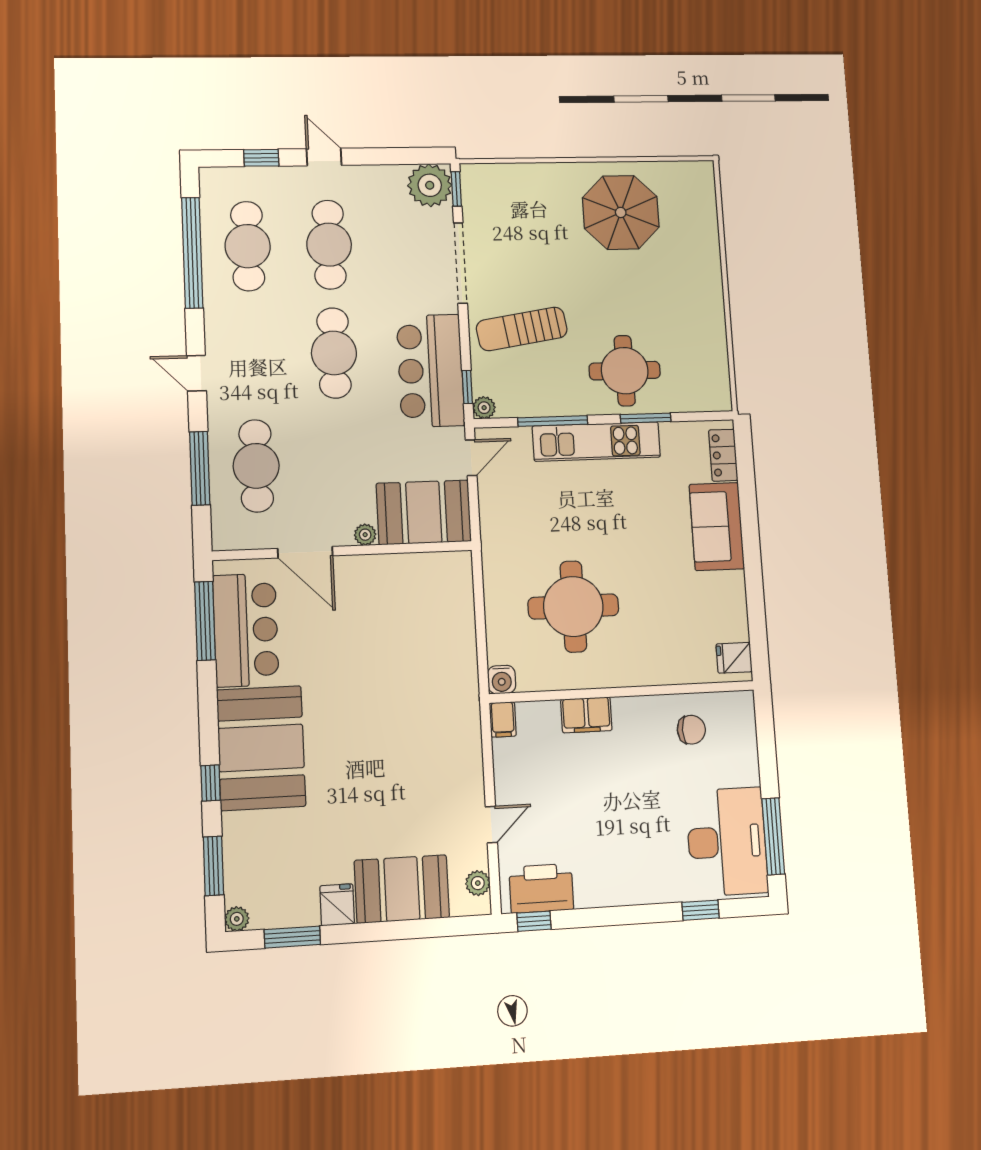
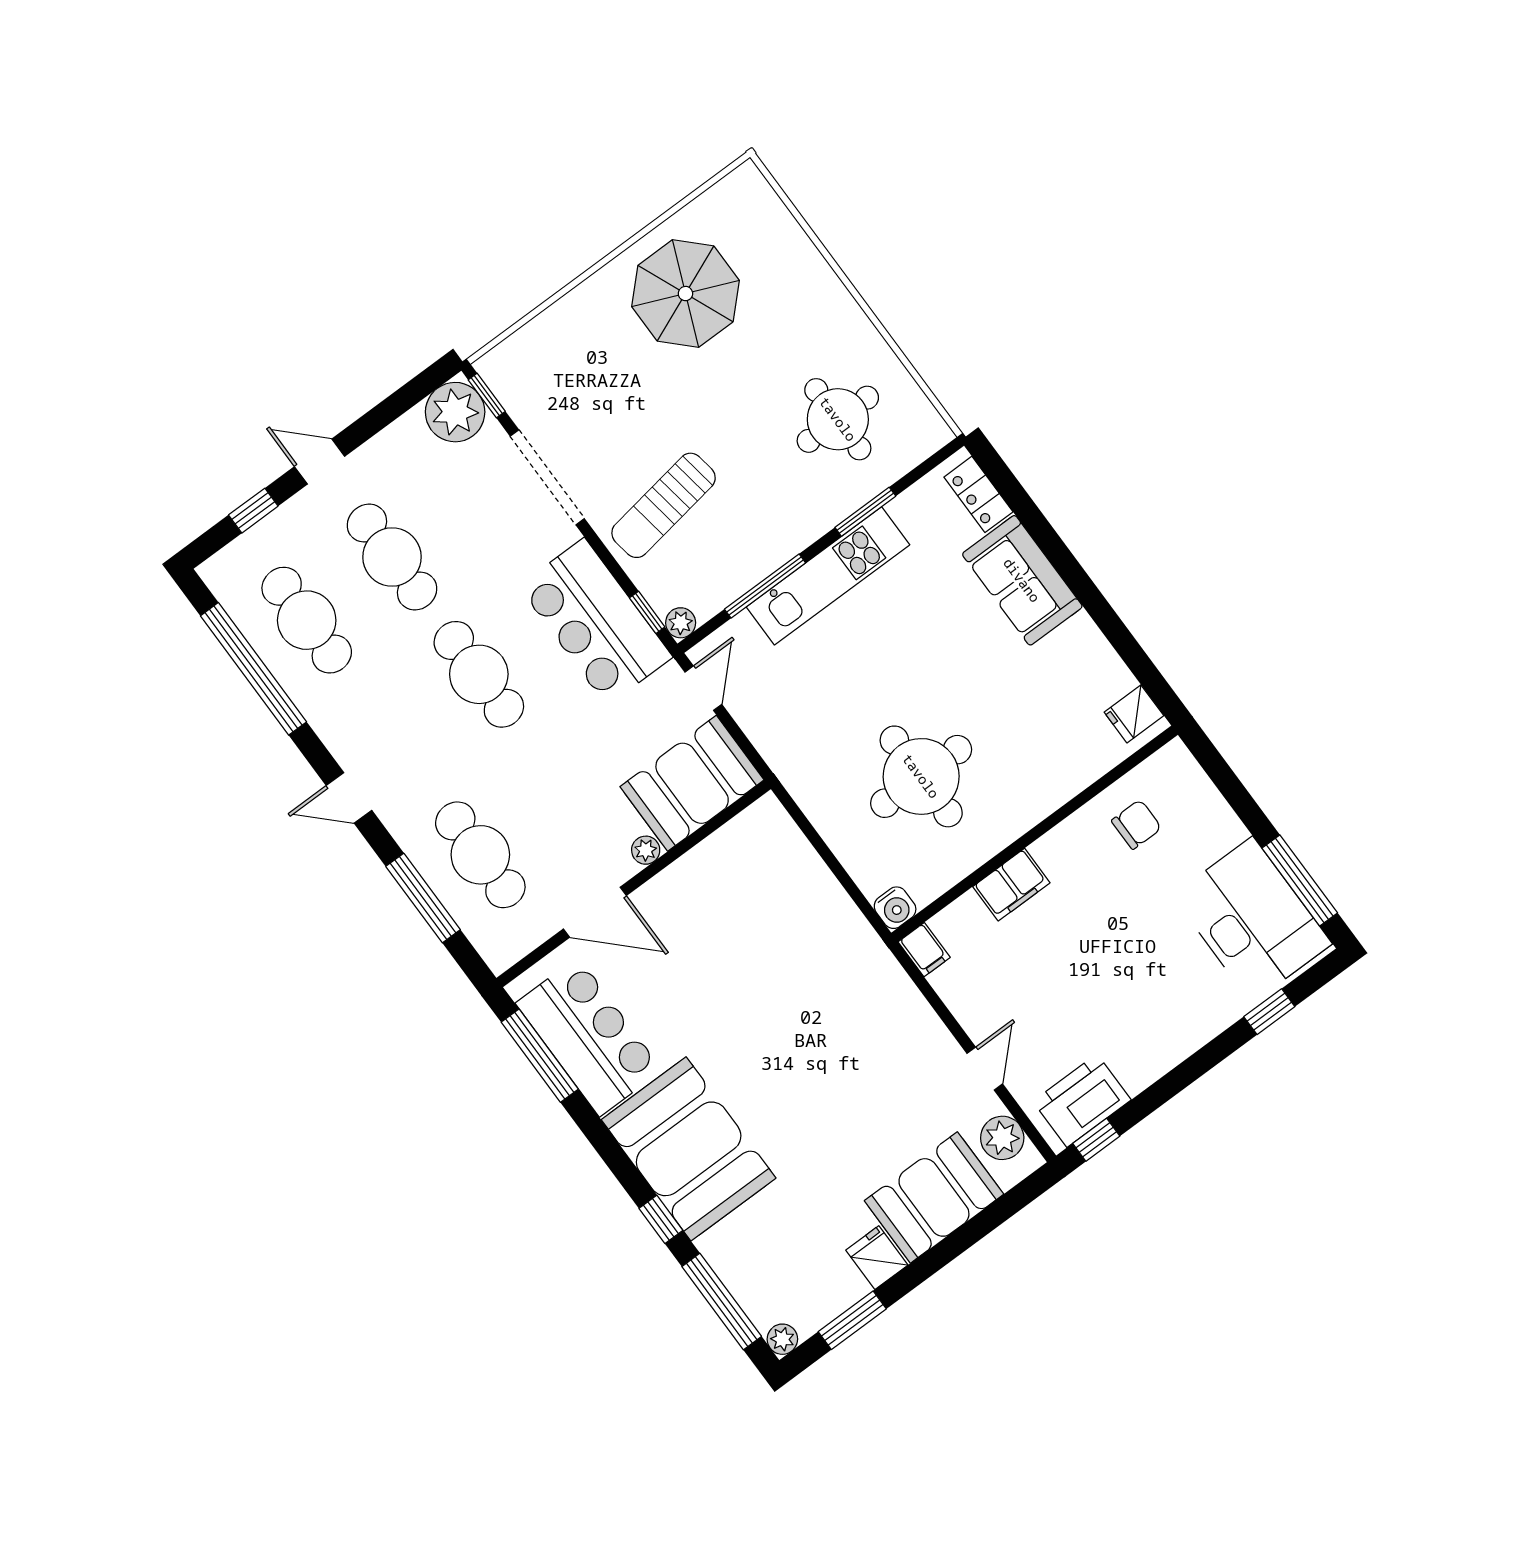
round table: (625, 371) -> (838, 419), moved
window: (213, 866) -> (722, 1302), width x1.44
plant: (478, 883) -> (1002, 1138), width x1.38, depth x1.38

